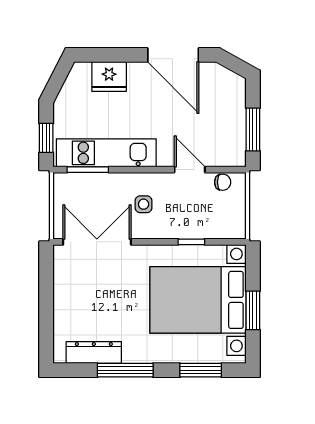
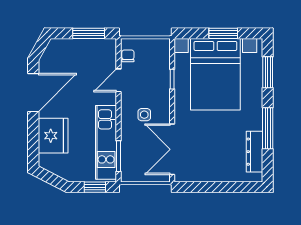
fridge: (109, 77) -> (53, 136), width x1.36, depth x1.34

